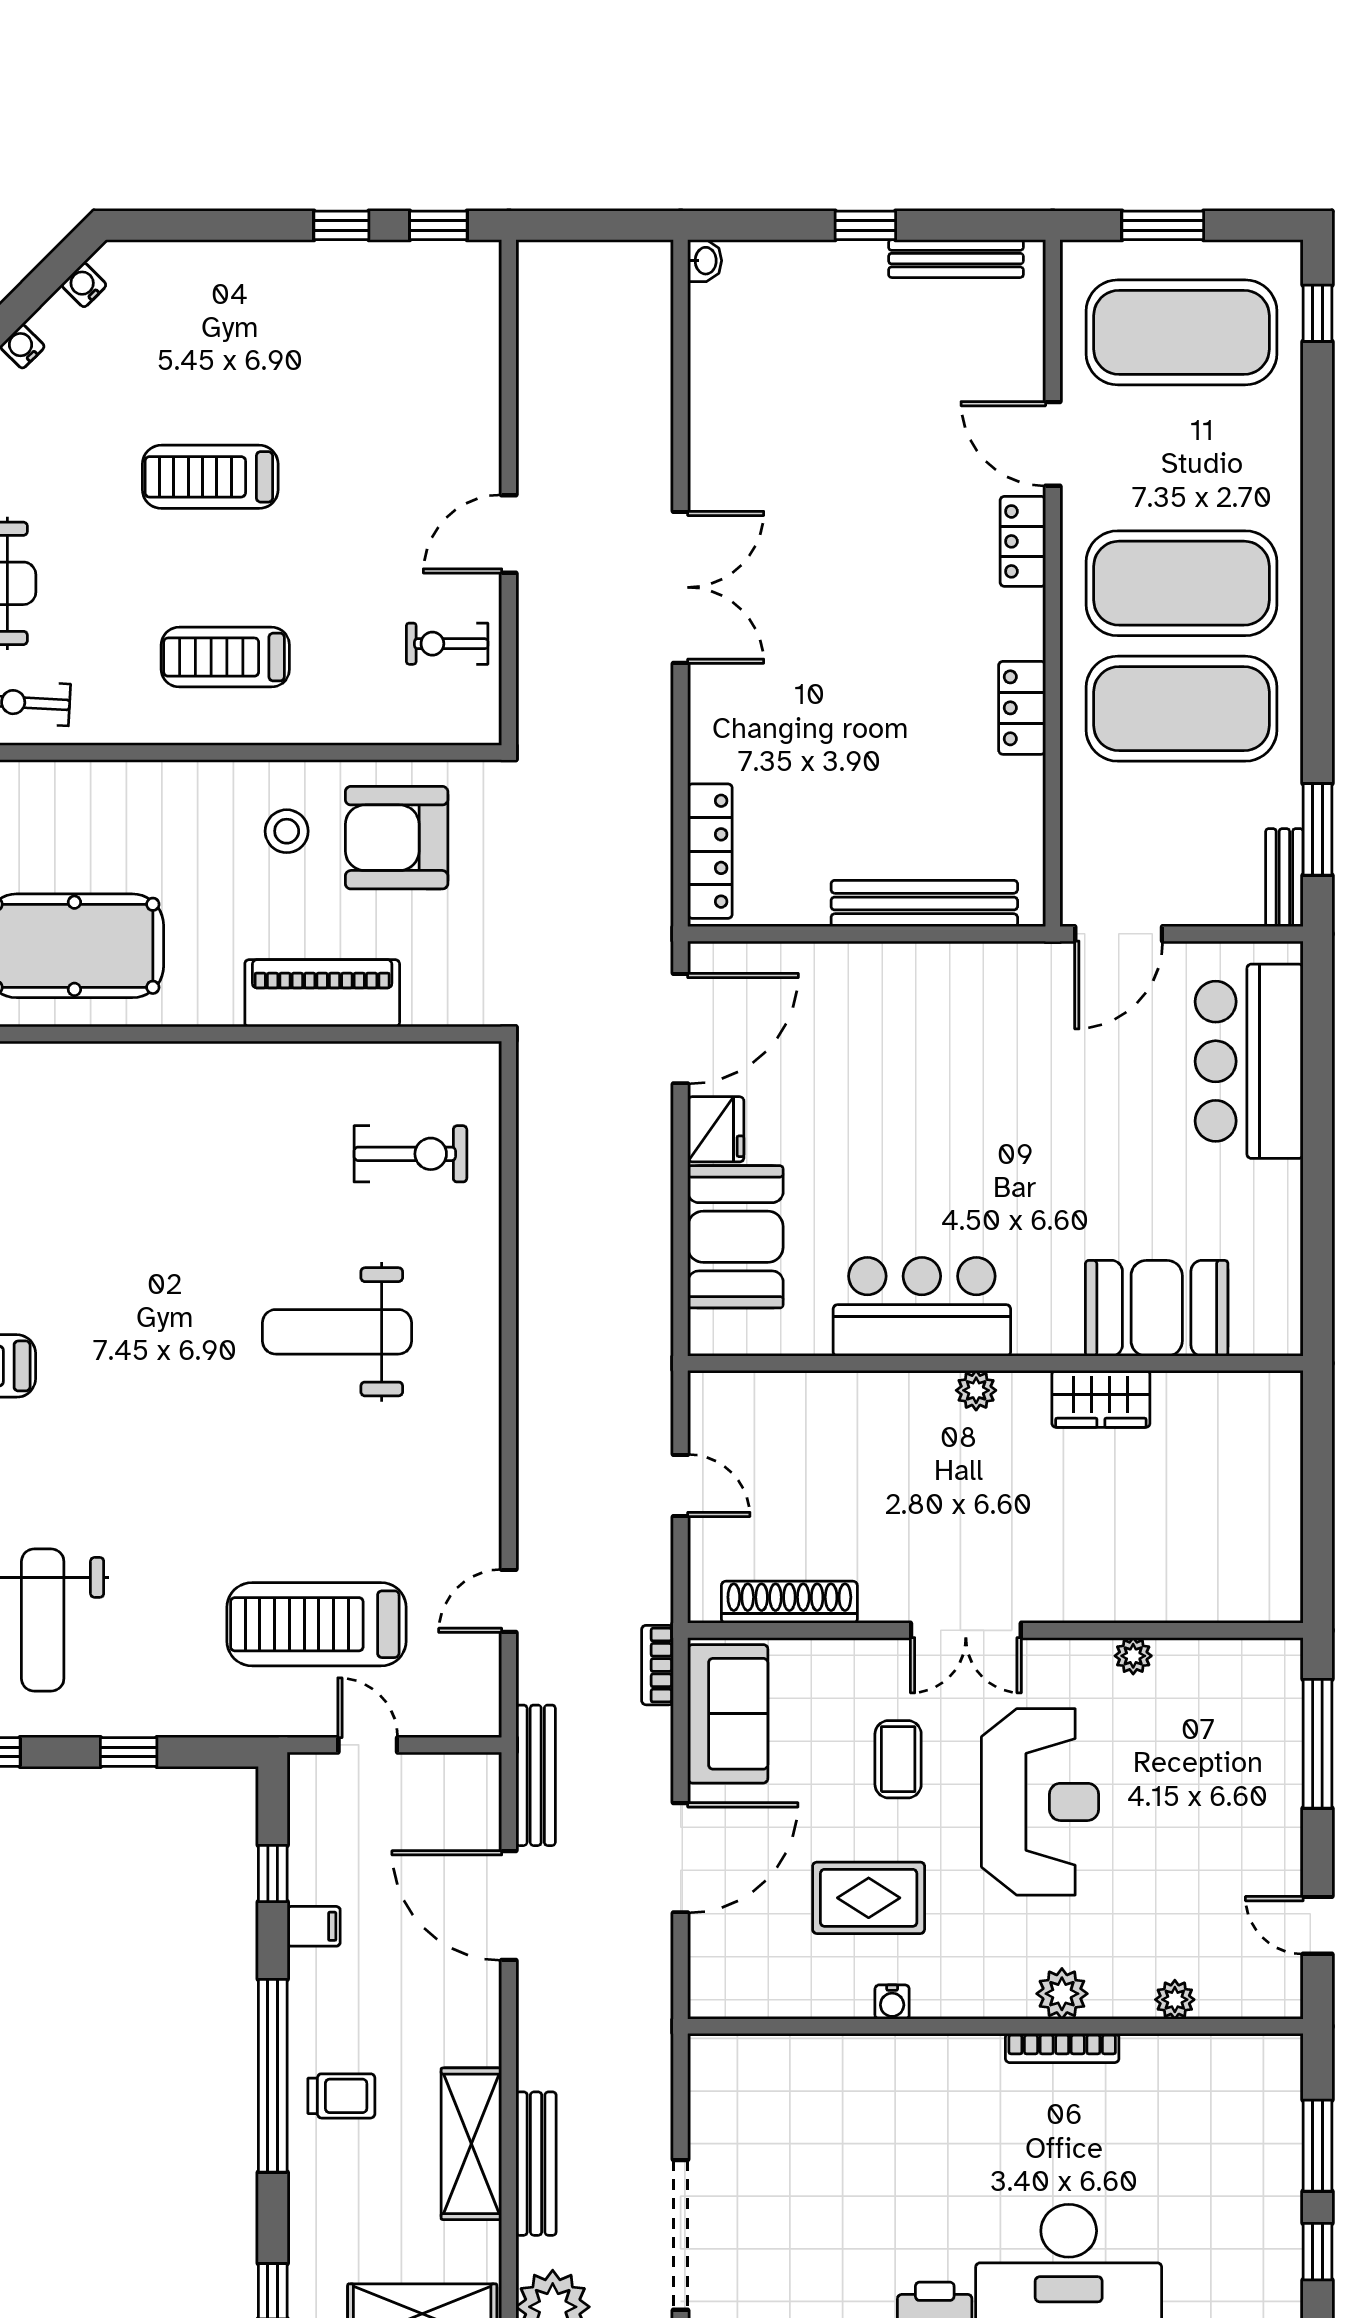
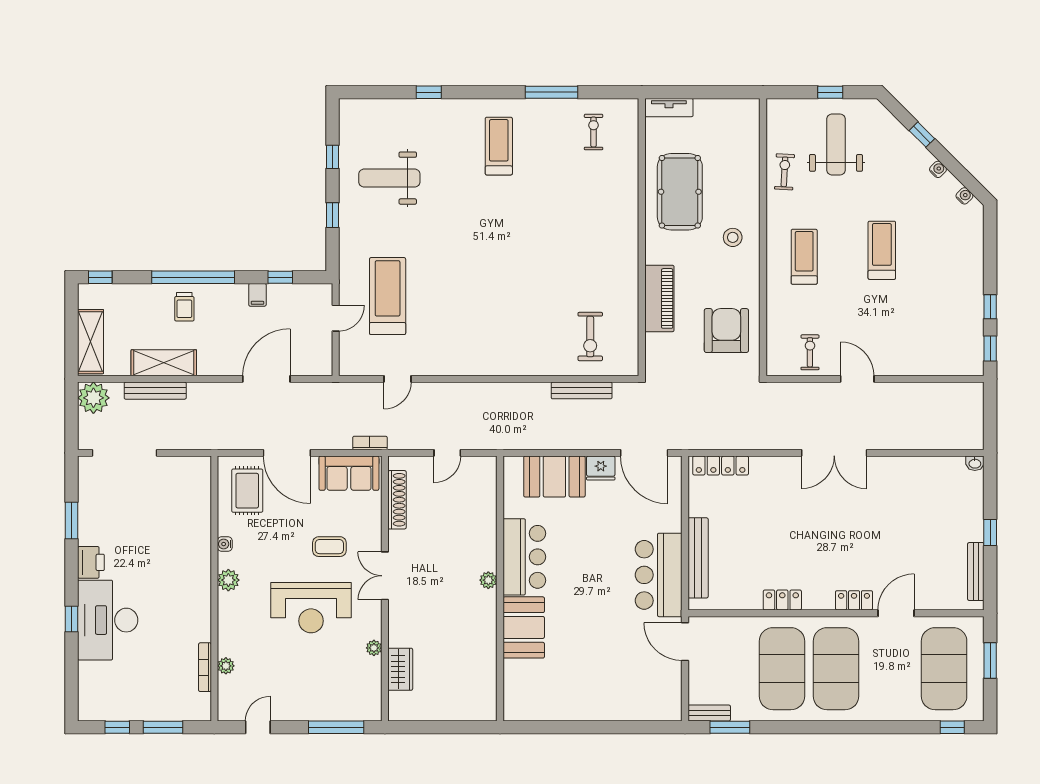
stool: (287, 831) -> (733, 237), moved
bar counter: (1249, 1061) -> (659, 575), moved, turned -90
booth: (1157, 1308) -> (524, 627), moved
weight bench: (337, 1332) -> (514, 305), removed
wardrobe: (1101, 1399) -> (400, 669), moved, turned 180
door: (509, 1601) -> (398, 379), swing flipped
bench: (536, 1775) -> (582, 390), moved
rug: (869, 1898) -> (247, 491), moved
plant: (1062, 1994) -> (228, 580), moved
bookcase: (1062, 2048) -> (205, 667), moved

